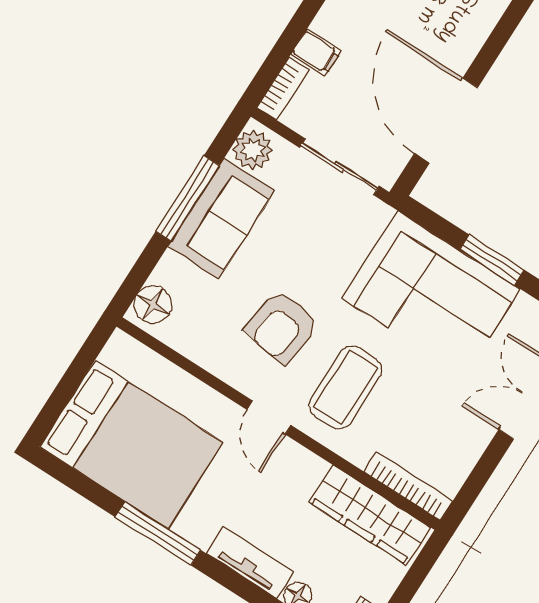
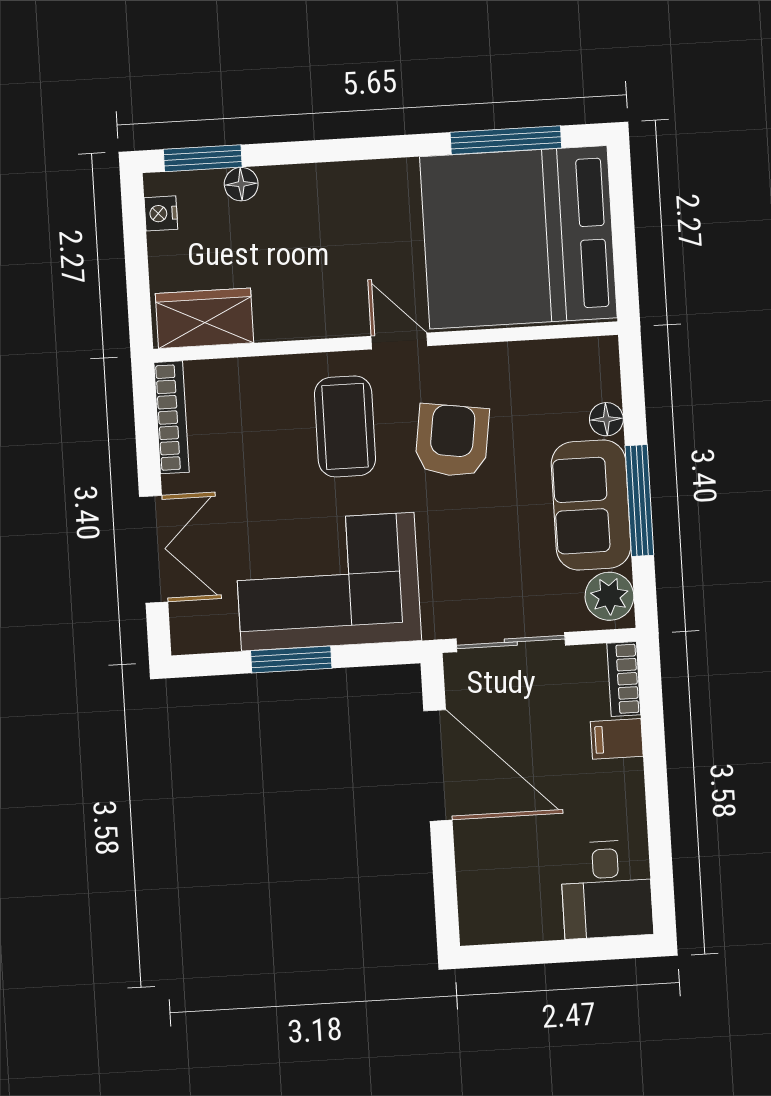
floor lamp: (153, 305) -> (606, 419), moved, width x0.73, depth x0.73
bed: (131, 445) -> (518, 237), width x1.36
bookcase: (408, 486) -> (171, 417), moved, turned -90
wardrobe: (370, 515) -> (205, 318), width x0.67
window: (158, 533) -> (506, 140), moved
tv unit: (250, 563) -> (313, 183), removed

